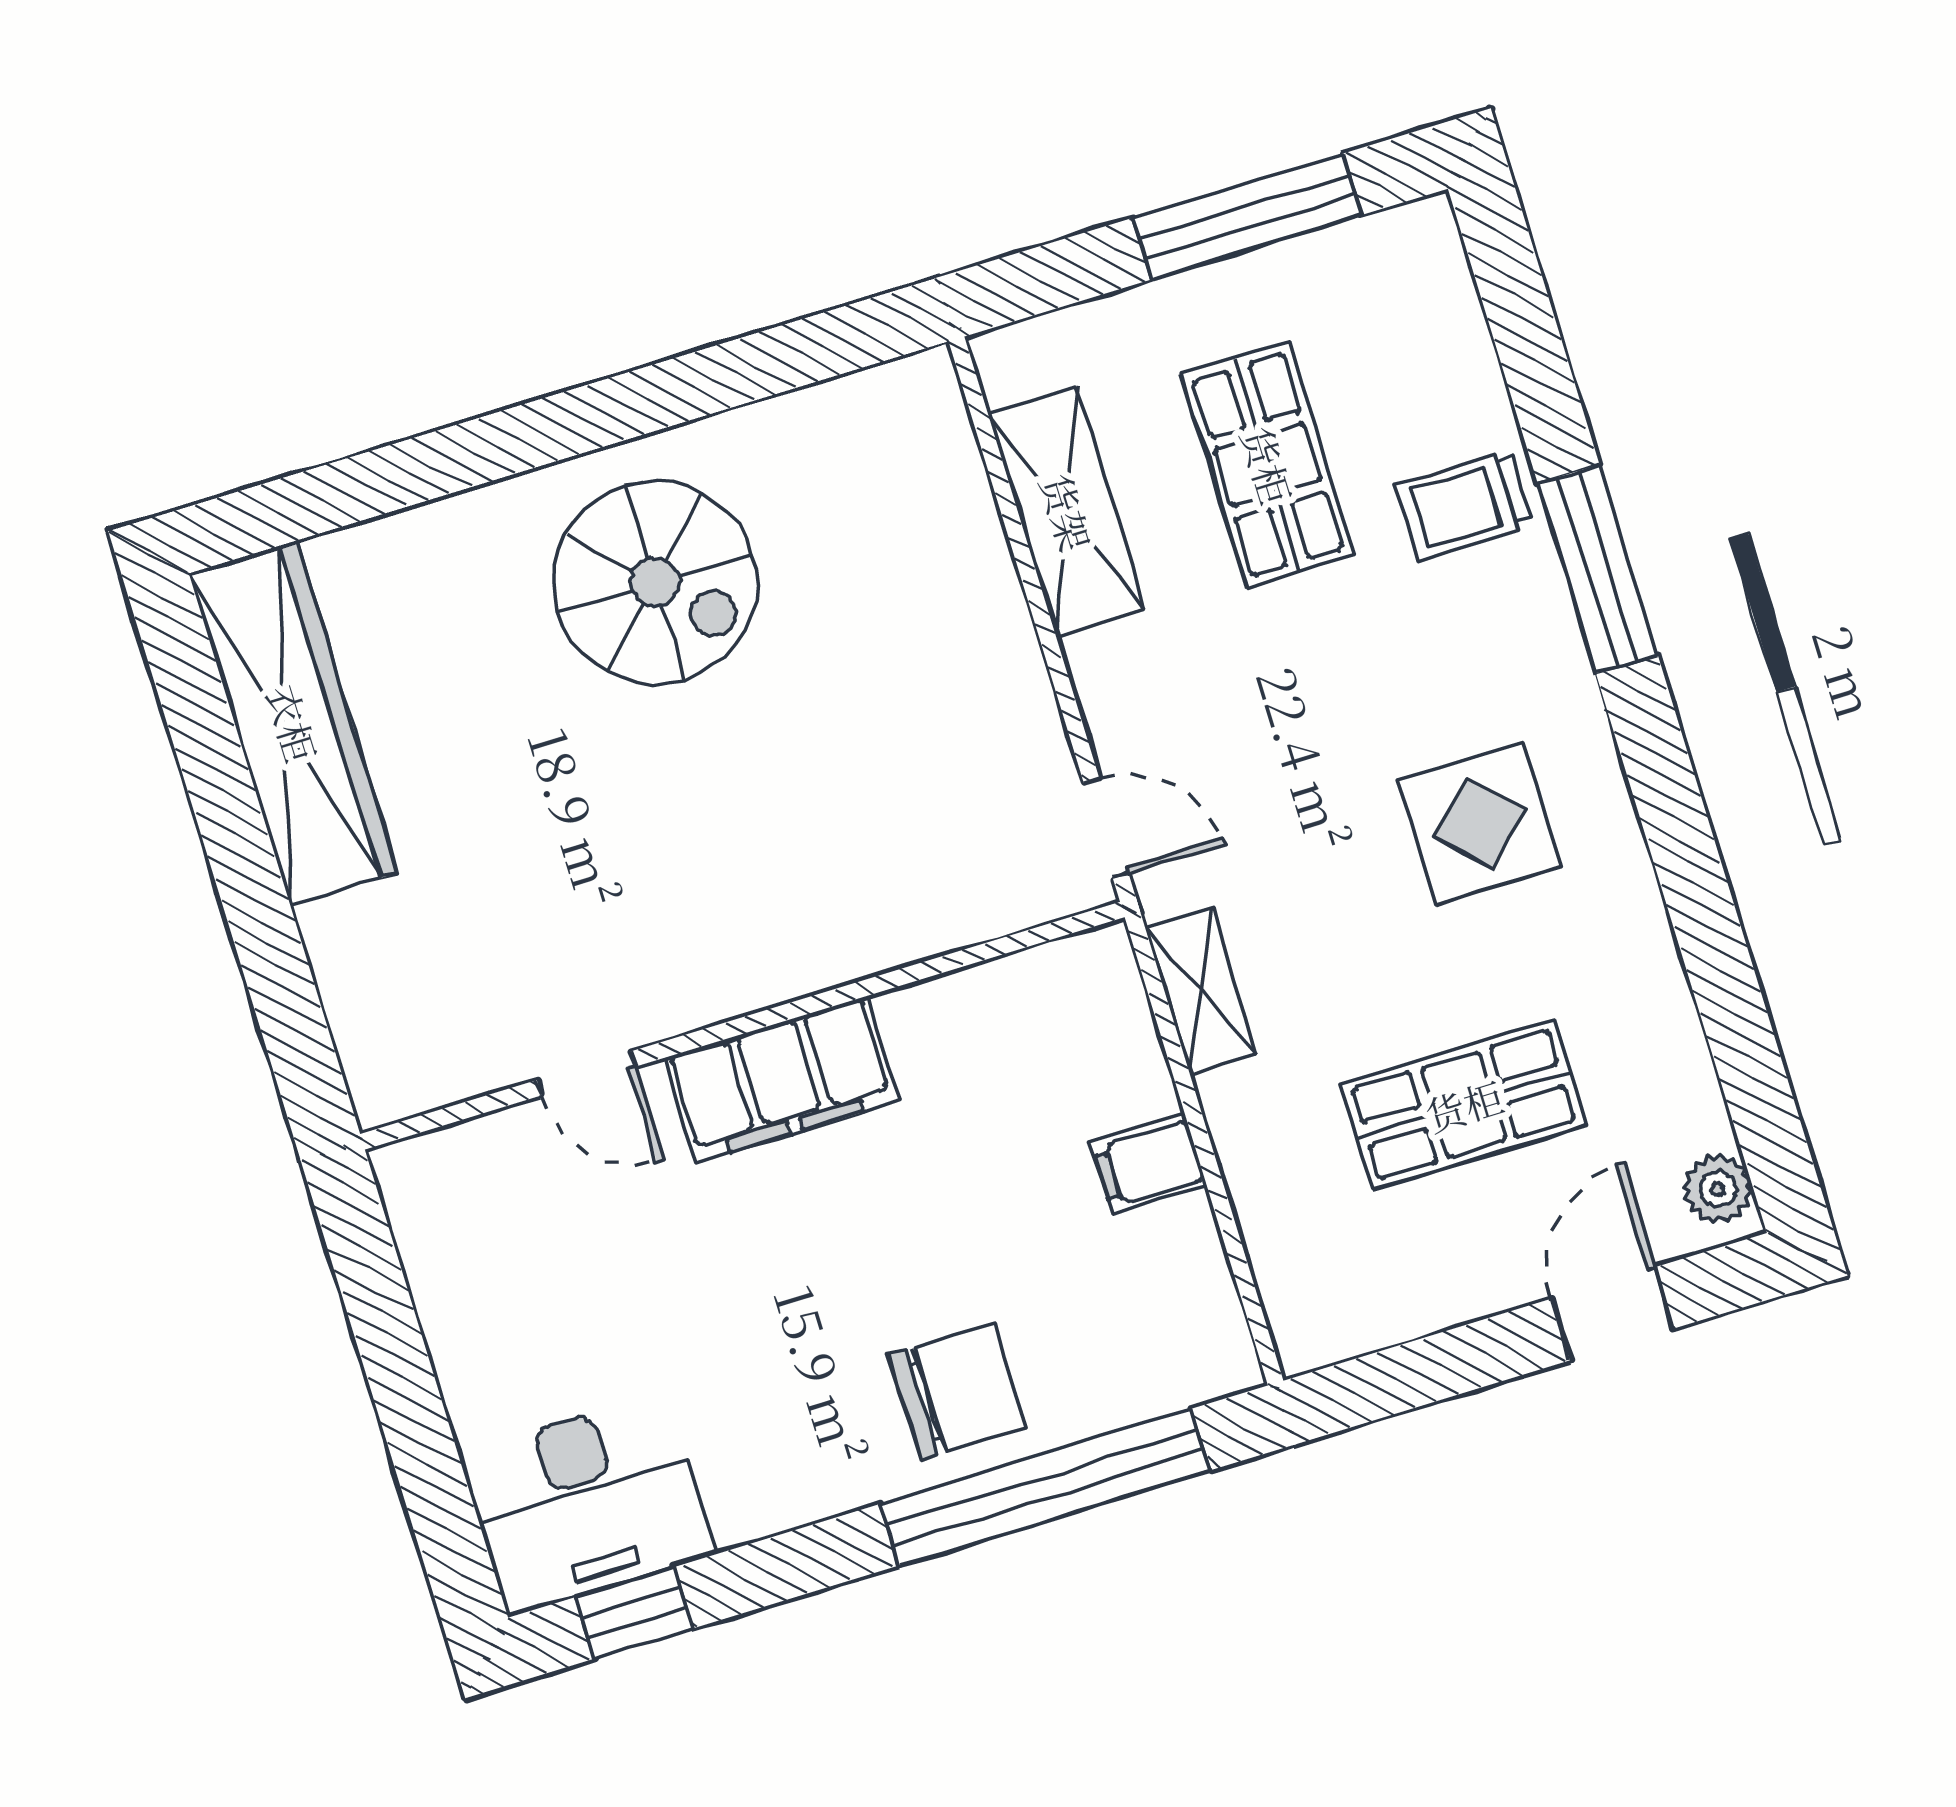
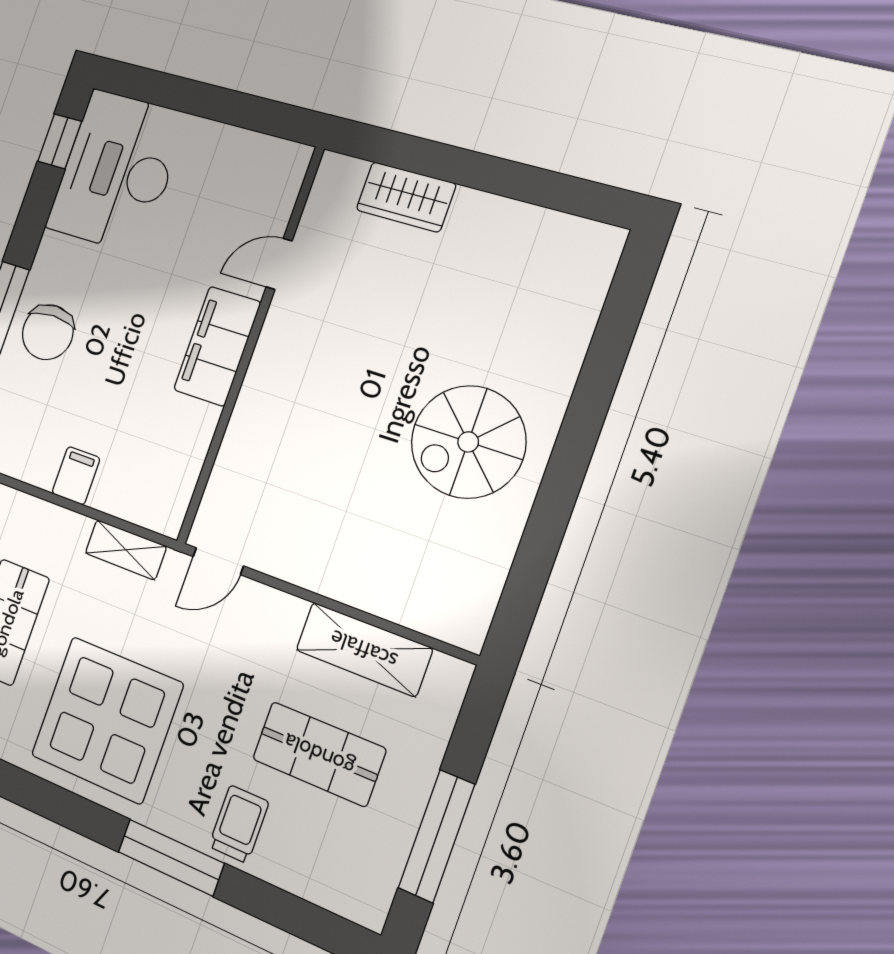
wardrobe: (293, 723) -> (406, 197), moved, width x0.48, depth x0.85
display table: (1480, 824) -> (107, 720), width x1.86, depth x1.86
desk: (587, 1504) -> (117, 171), width x1.36, depth x1.30

